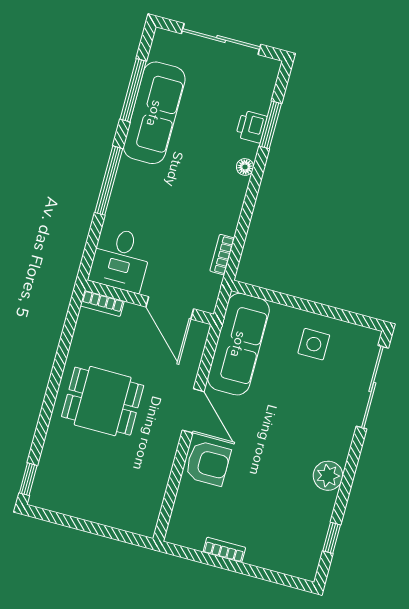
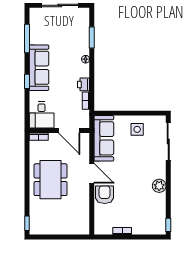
sofa: (154, 113) -> (39, 68), moved
printer: (251, 127) -> (84, 84), moved
window: (109, 181) -> (27, 81), width x0.46
dining table: (103, 401) -> (51, 180), width x1.37
armchair: (208, 463) -> (105, 195), turned -90
window: (332, 538) -> (168, 225), moved

